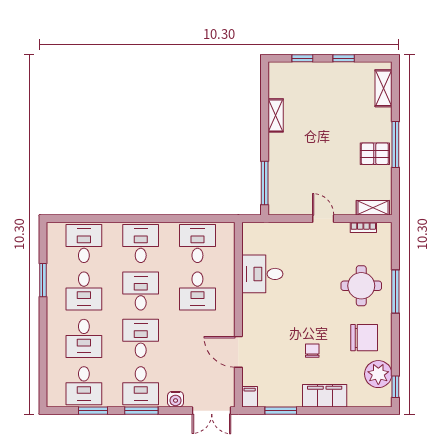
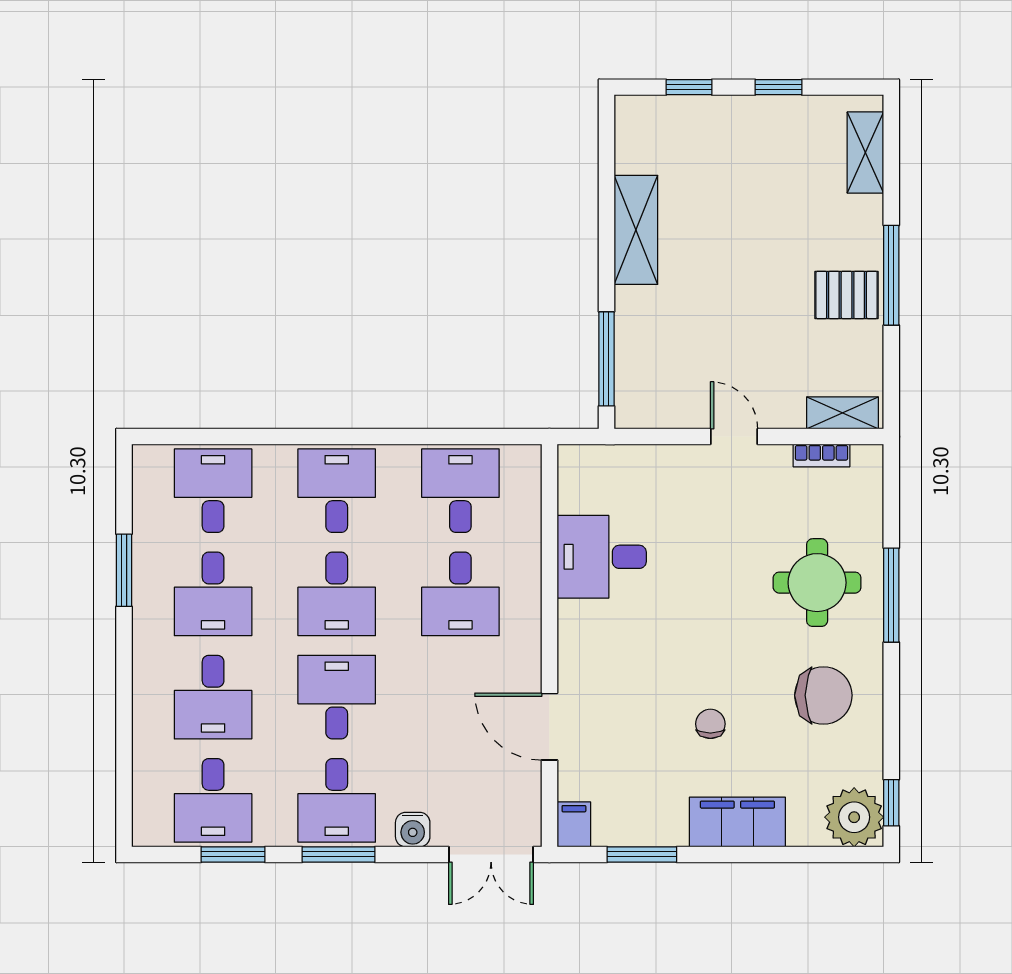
shelving: (276, 115) -> (636, 230), width x1.50, depth x1.33
desk: (141, 291) -> (337, 594), turned 180
plant: (378, 374) -> (854, 817), moved

